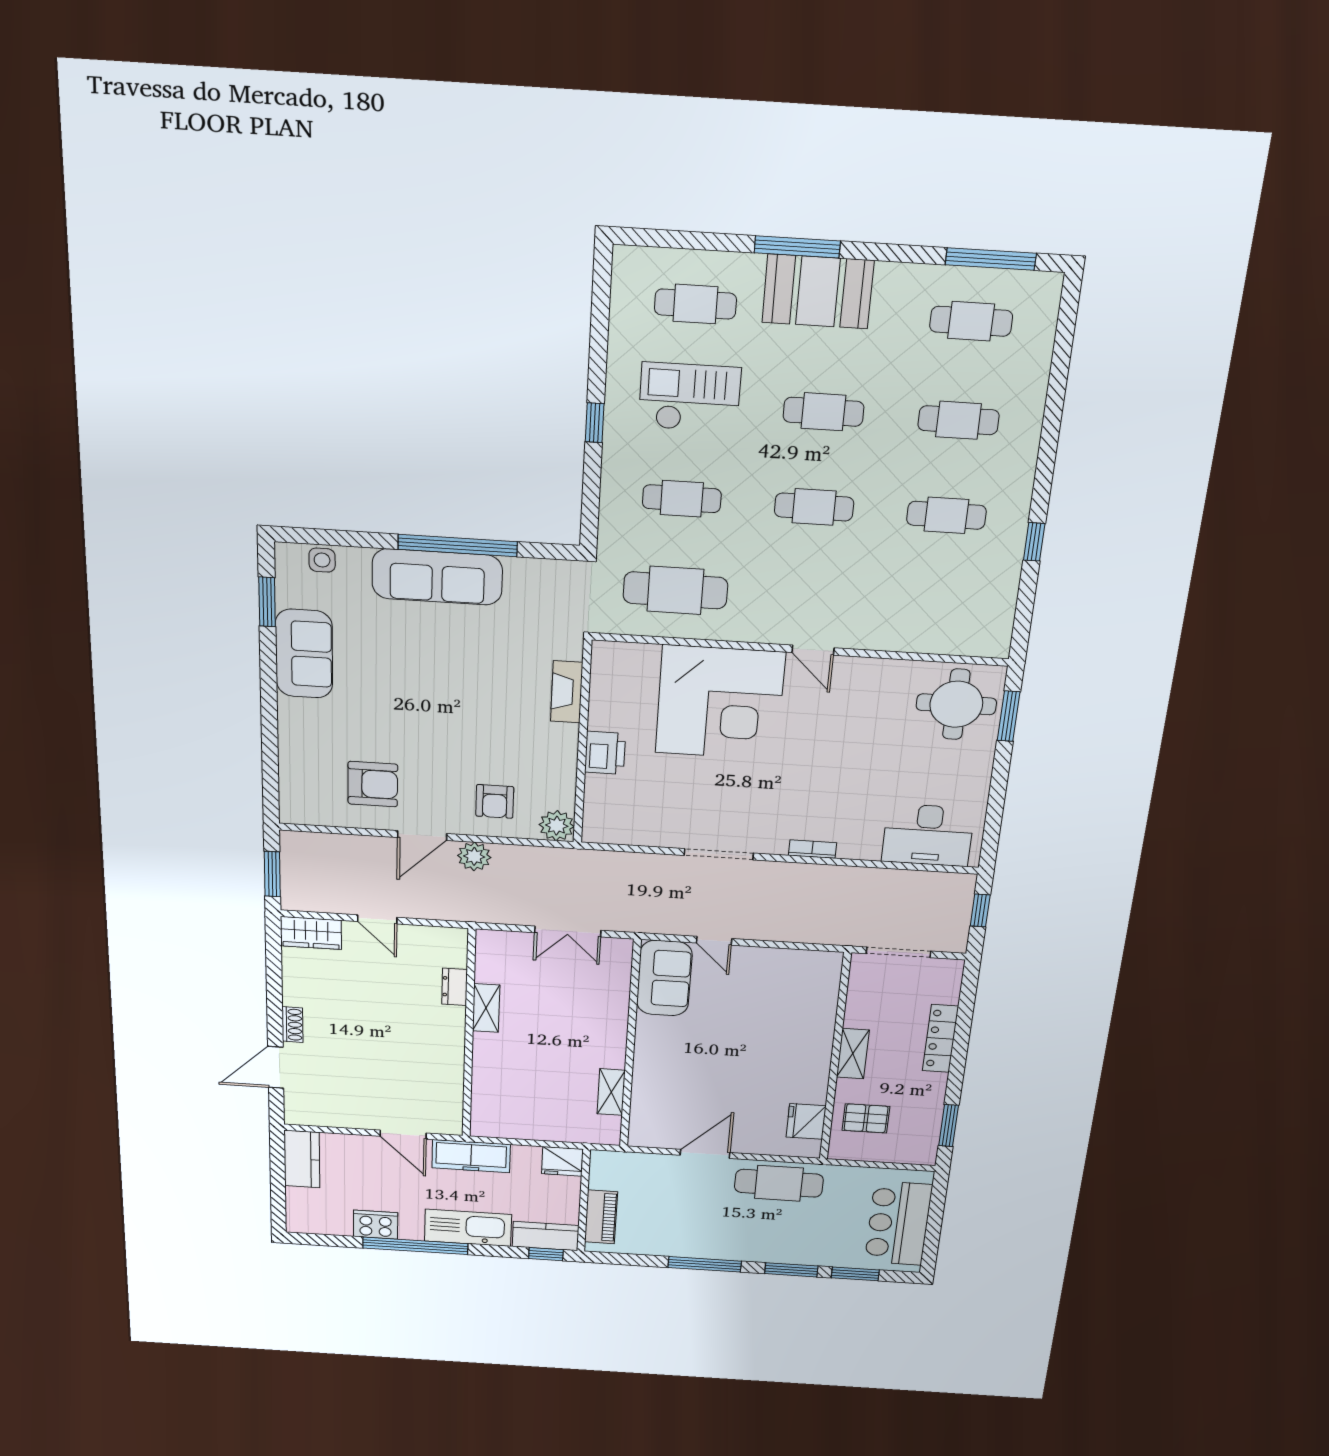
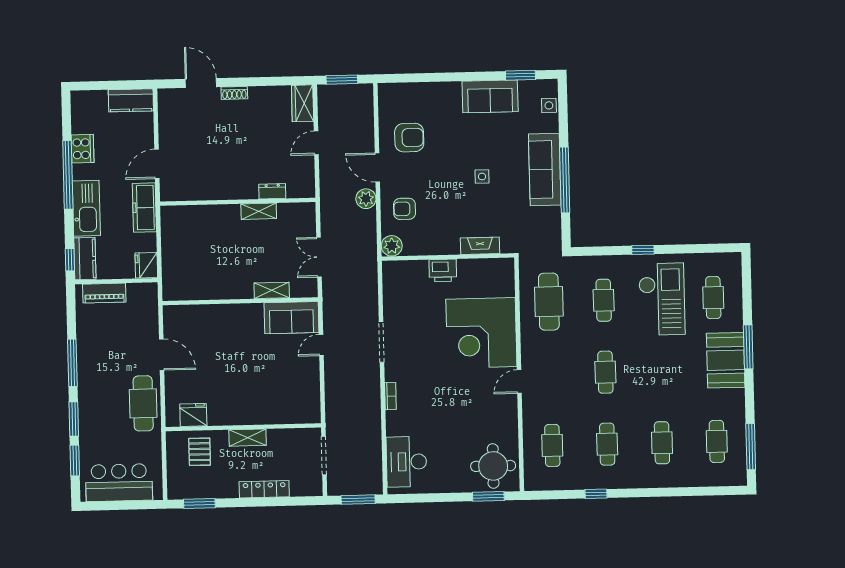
checkout: (689, 397) -> (662, 299), width x1.36, depth x1.21
cafe table: (823, 412) -> (552, 445), moved
side table: (445, 678) -> (482, 176), added
armchair: (373, 784) -> (409, 138), turned -90
window: (980, 910) -> (358, 500), width x1.50
shelving: (611, 1092) -> (272, 290), moved

